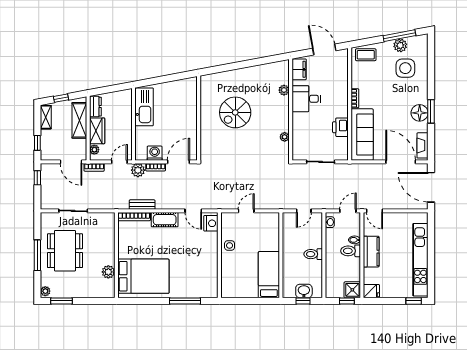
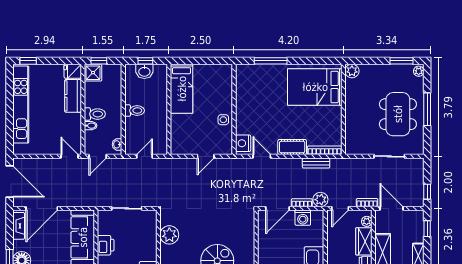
plant: (285, 137) -> (169, 235), width x1.87, depth x1.87
door: (401, 162) -> (42, 208), hinge flipped
kitchen counter: (371, 252) -> (73, 96), moved
plant: (108, 272) -> (352, 71), moved

